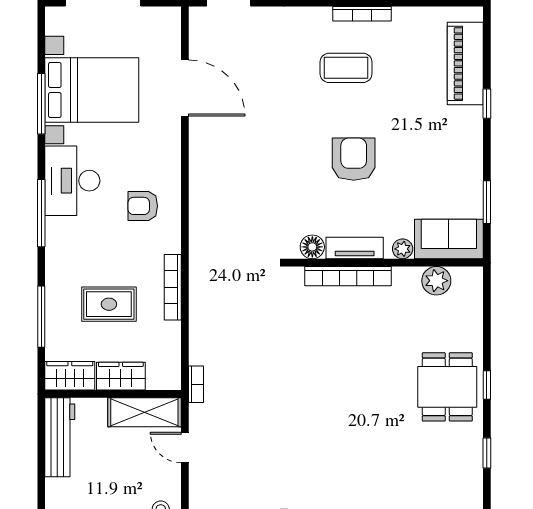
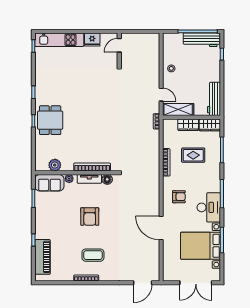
door: (185, 88) -> (161, 228), moved

